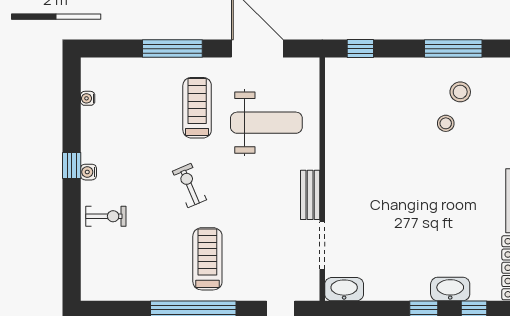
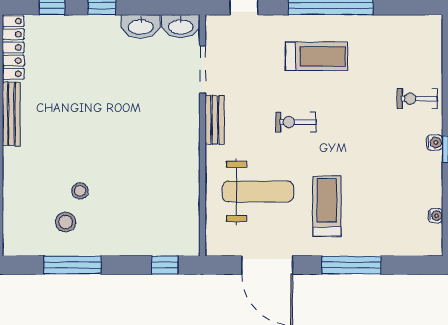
treadmill: (197, 108) -> (327, 206), turned 180
weight bench: (266, 123) -> (258, 191), turned 180
exercise bike: (189, 185) -> (296, 122), moved, turned 113
treadmill: (207, 259) -> (317, 56), turned -90
washbasin: (450, 289) -> (141, 26), moved

